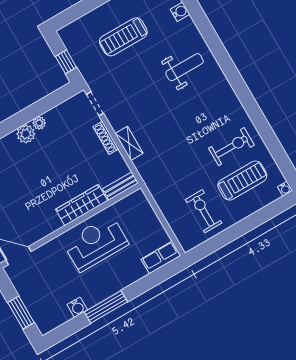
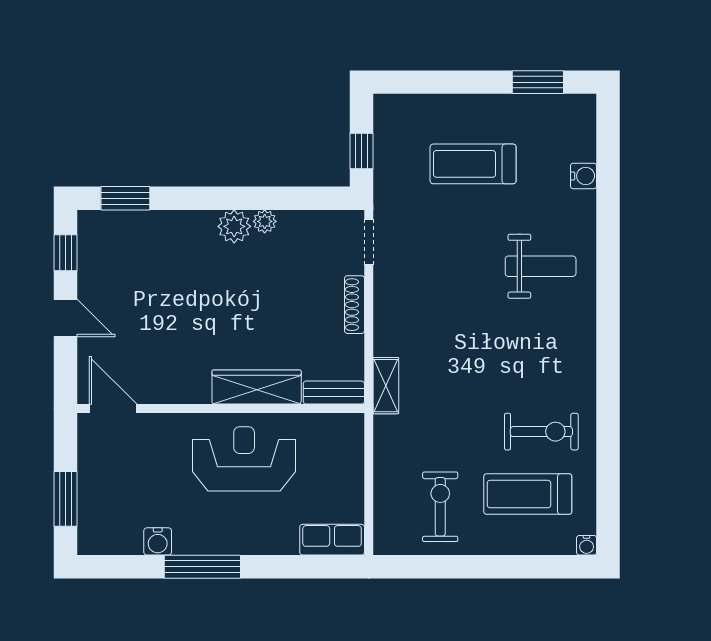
shelving: (129, 143) -> (386, 386), moved
treadmill: (242, 181) -> (528, 494), turned 180

